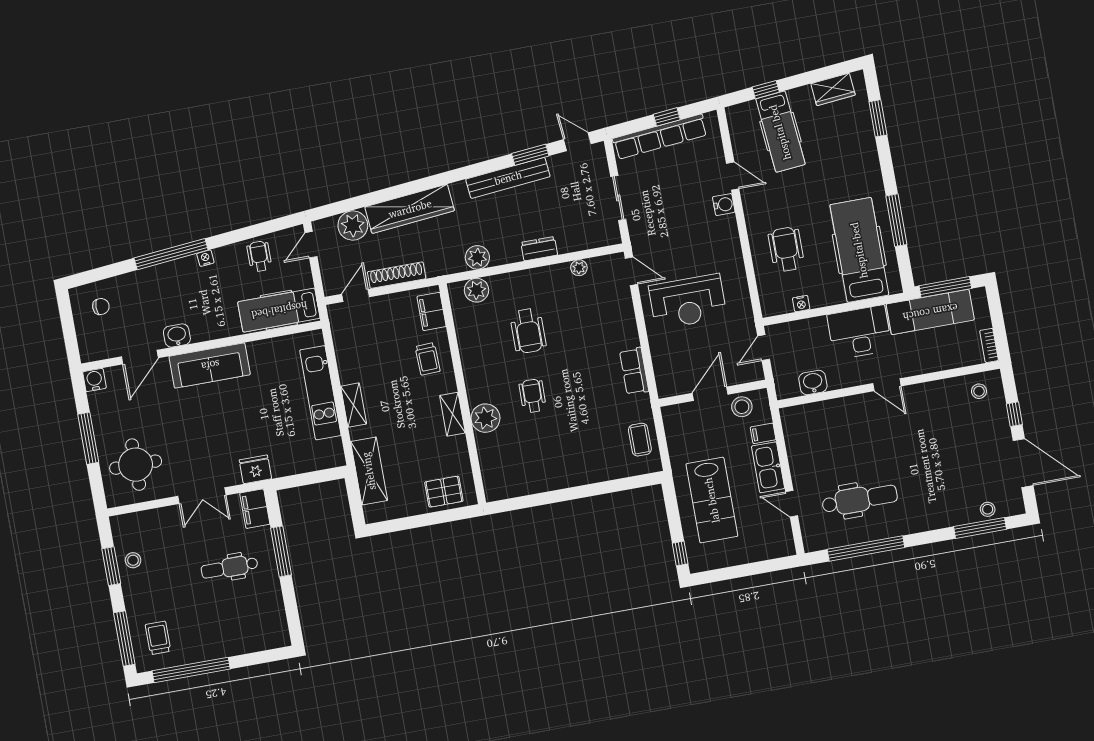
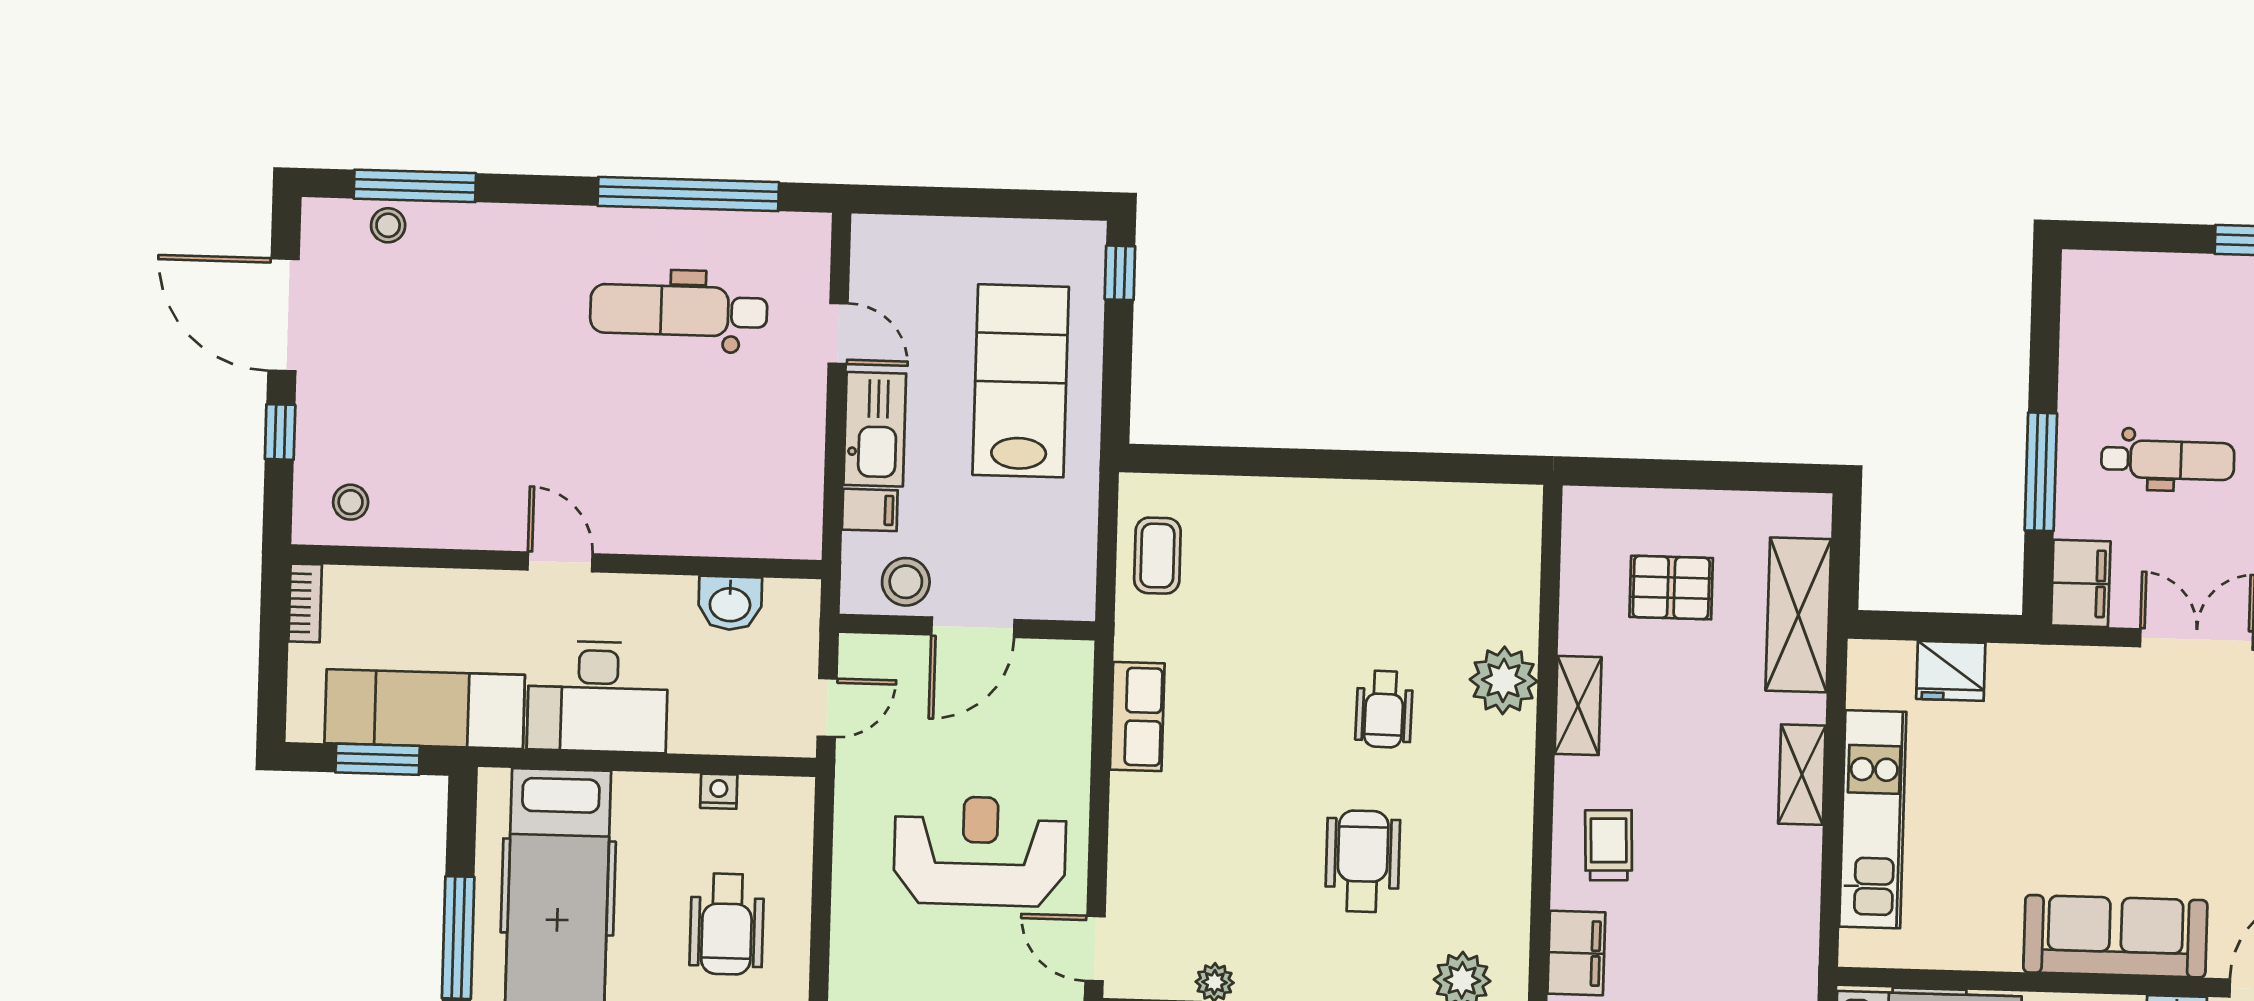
window: (945, 287) -> (378, 759), width x0.69
fridge: (255, 469) -> (1951, 671), moved
pallet: (444, 492) -> (1671, 588), moved

